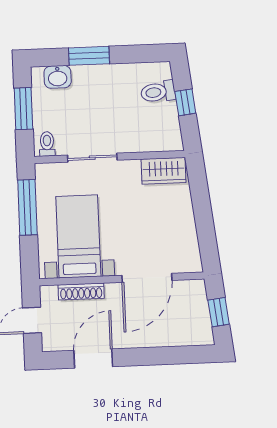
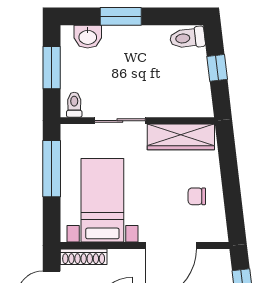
toilet: (158, 92) -> (187, 38), moved
wardrobe: (164, 171) -> (181, 137), width x1.50
chair: (171, 229) -> (197, 196), added
shoe rack: (81, 292) -> (84, 257), moved

